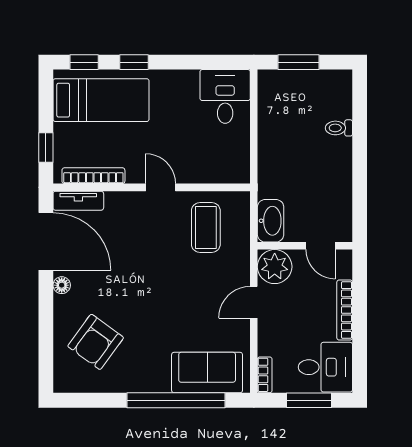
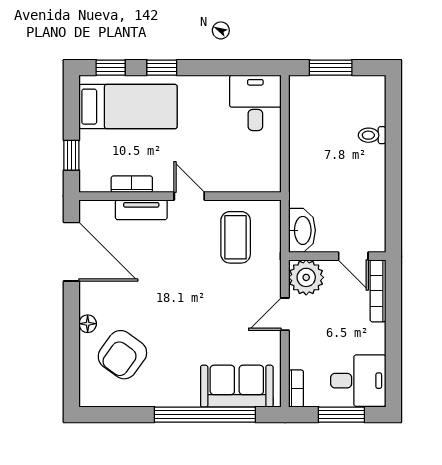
bookcase: (93, 176) -> (132, 184), width x0.64
tv unit: (78, 201) -> (141, 210), moved
floor lamp: (62, 285) -> (88, 324), moved
bookcase: (345, 310) -> (378, 291), moved

